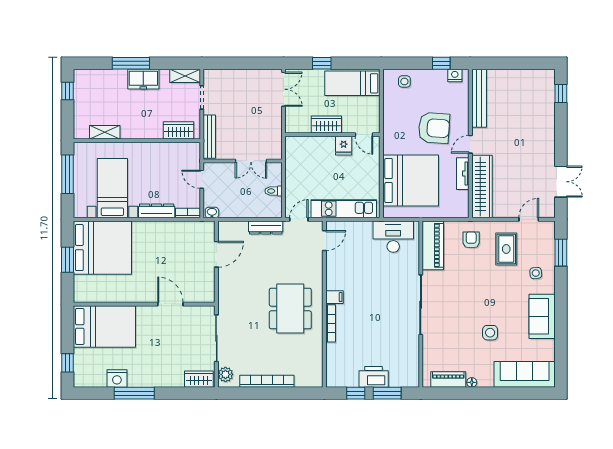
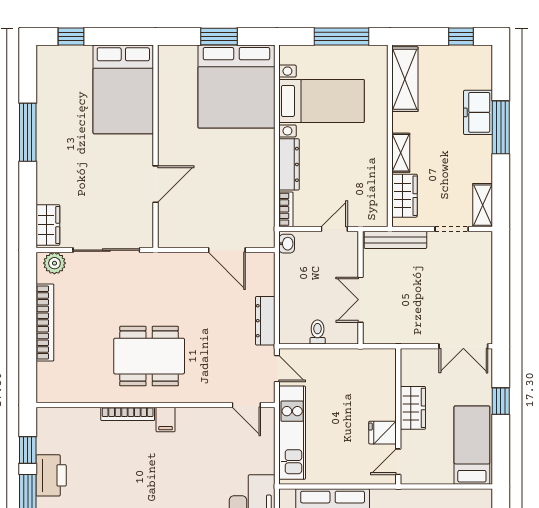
freezer: (143, 79) -> (478, 112), moved
shelving: (105, 132) -> (405, 79), width x1.50, depth x1.33
shelving: (148, 133) -> (401, 153), added
nightstand: (117, 378) -> (49, 108), removed

